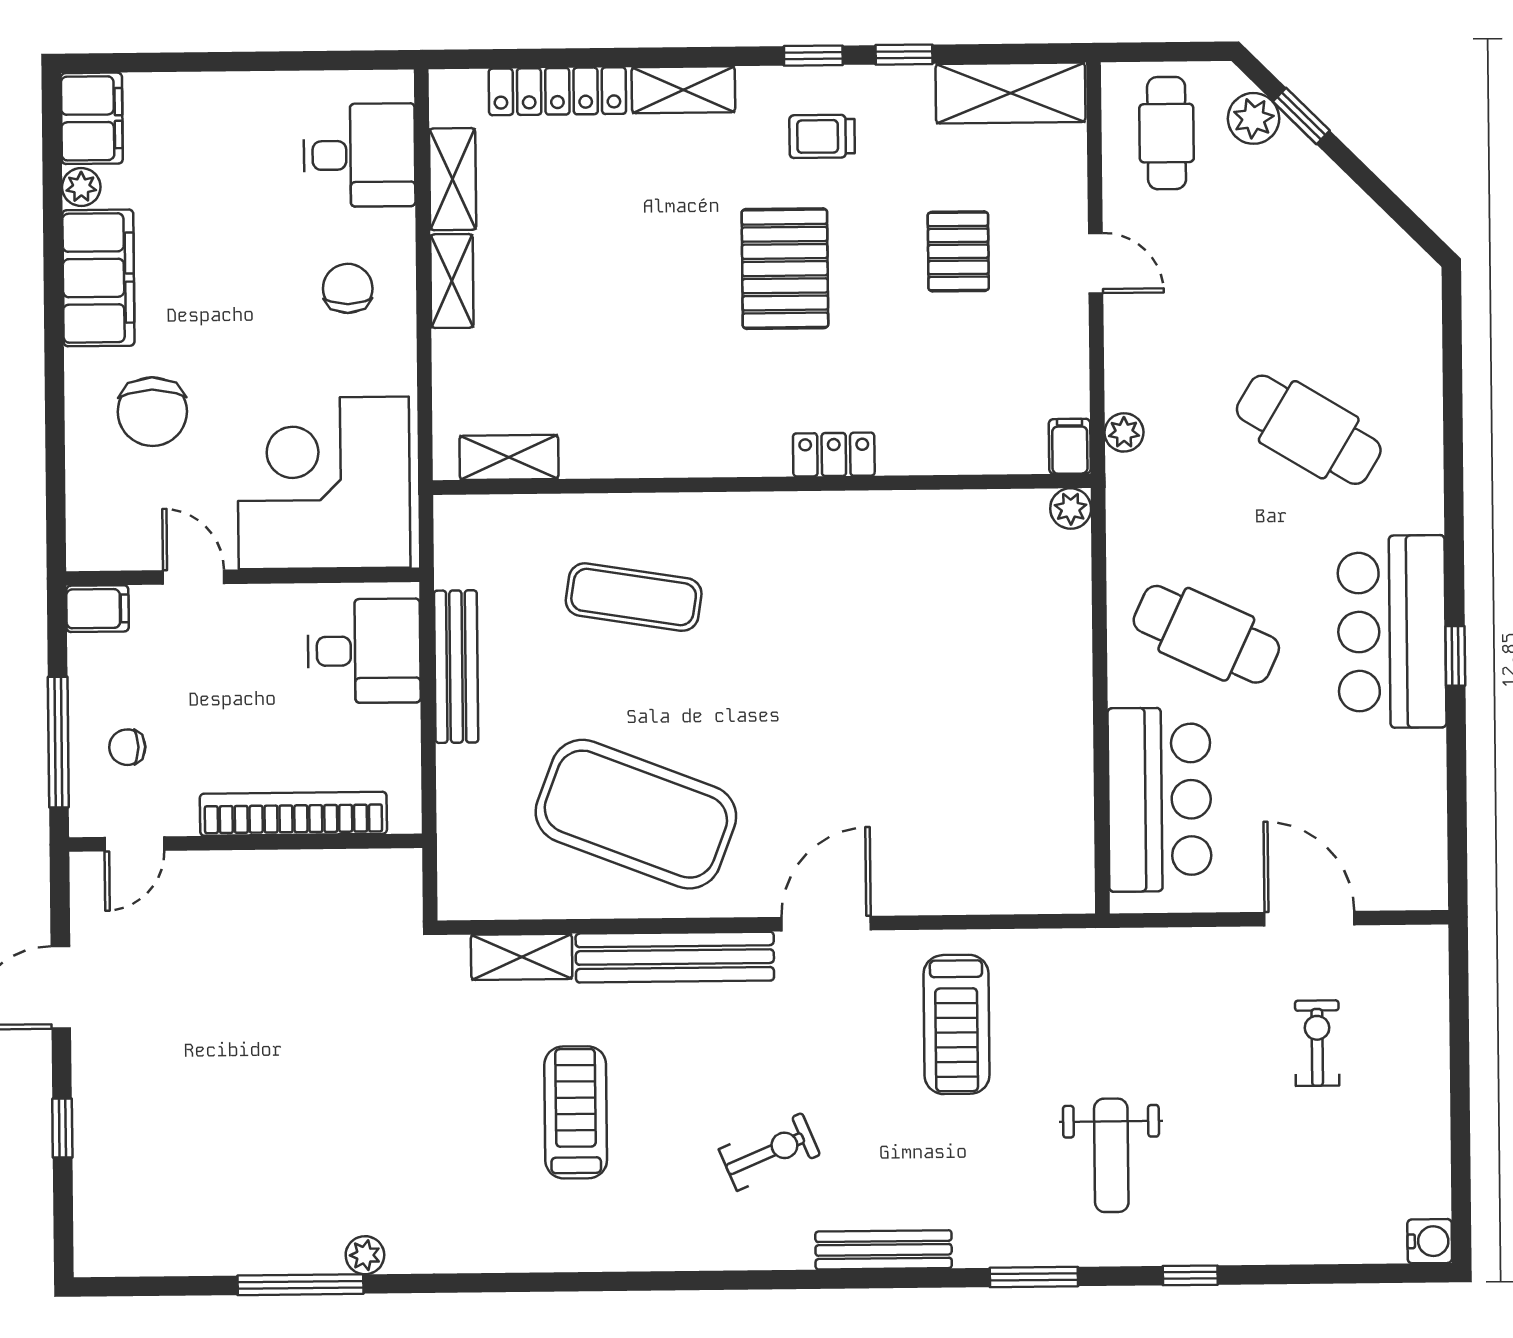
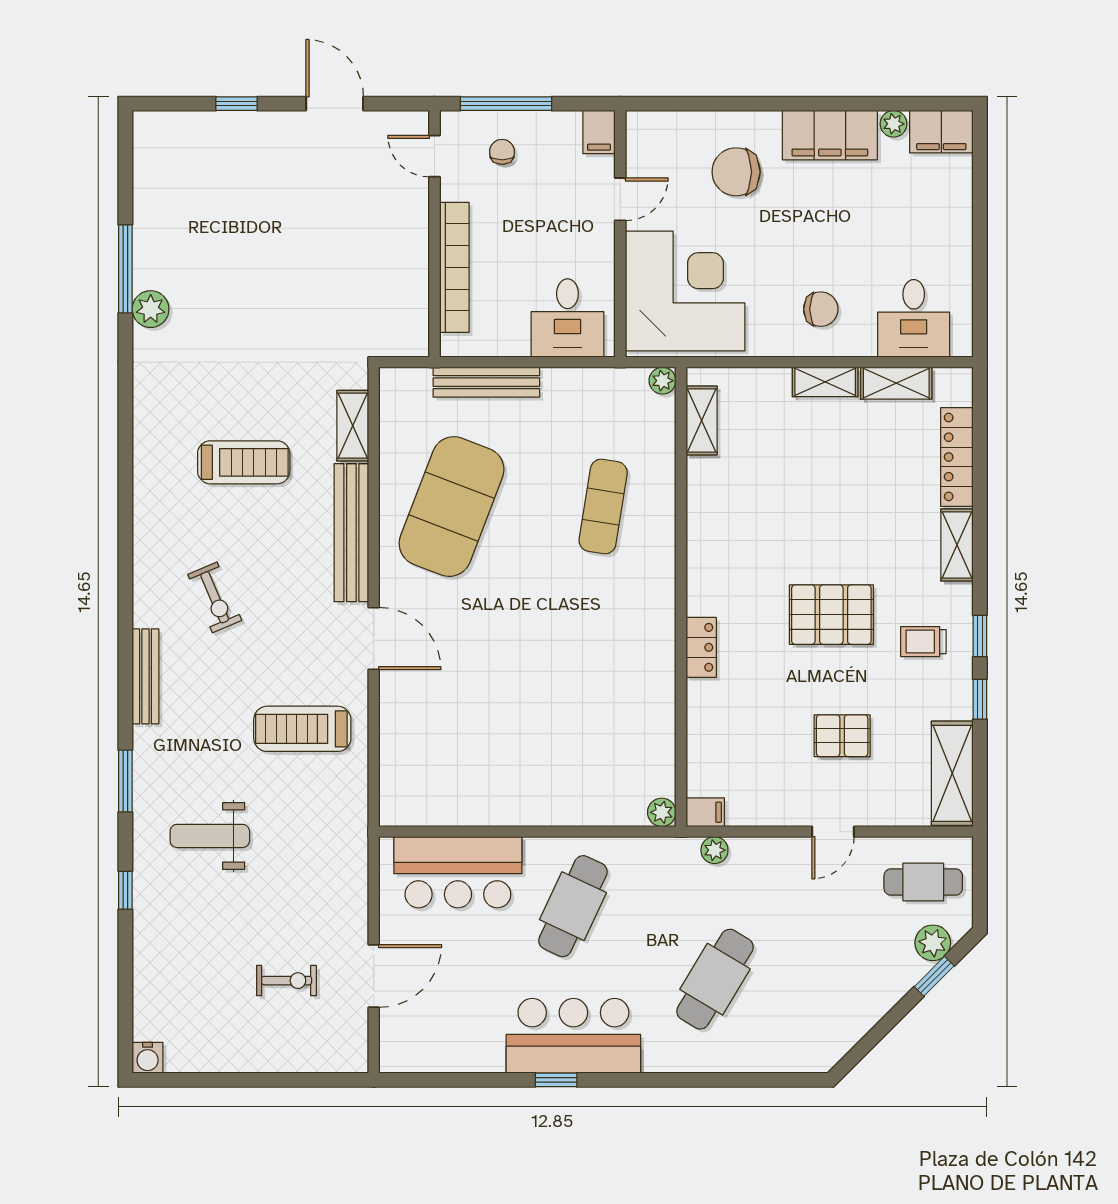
trolley: (822, 136) -> (923, 642), turned -90
plant: (452, 514) -> (663, 381), added
bench: (456, 667) -> (486, 382), moved
plant: (365, 1255) -> (151, 309), width x1.38, depth x1.38

